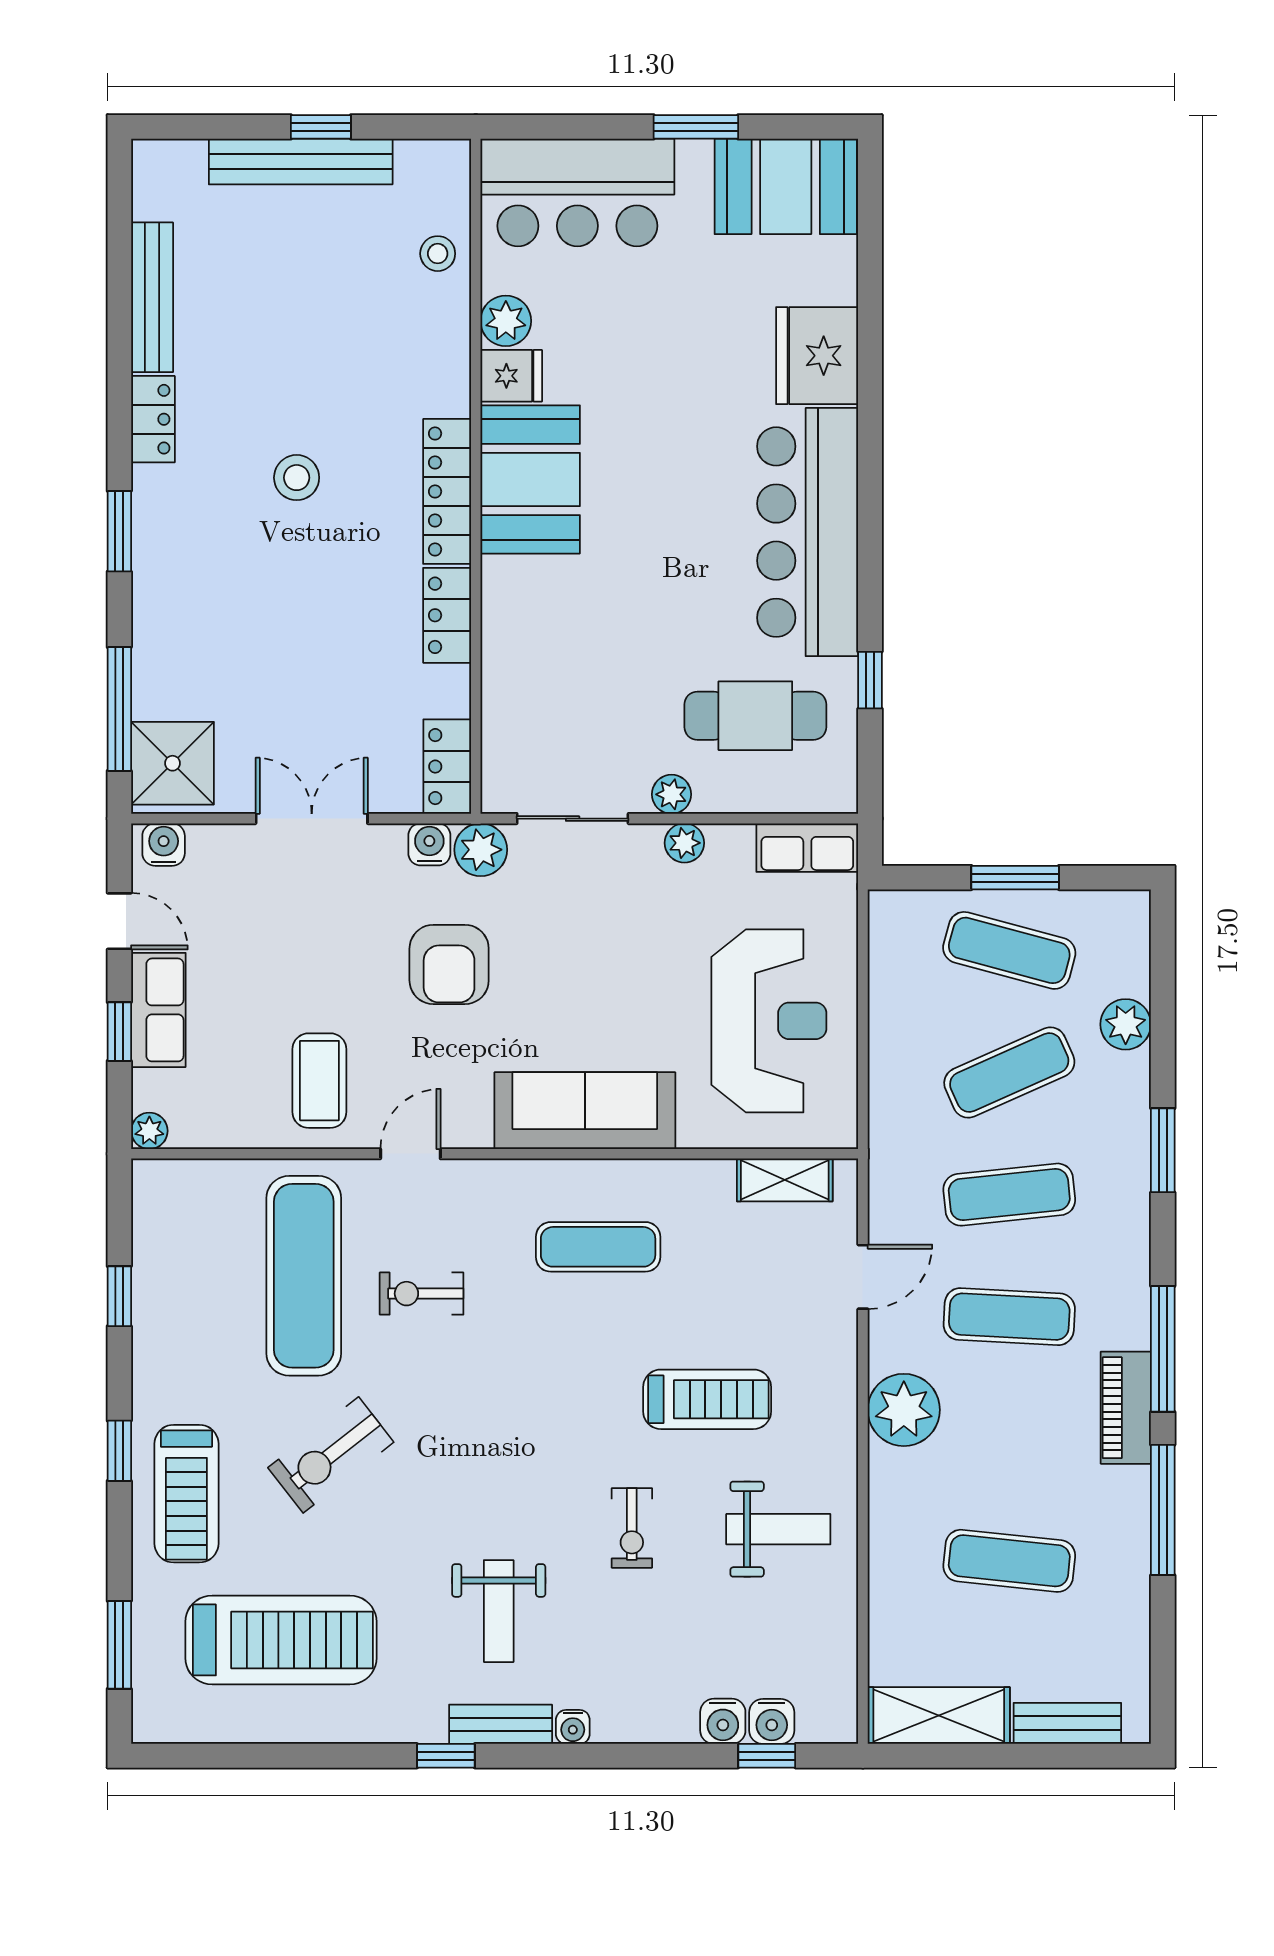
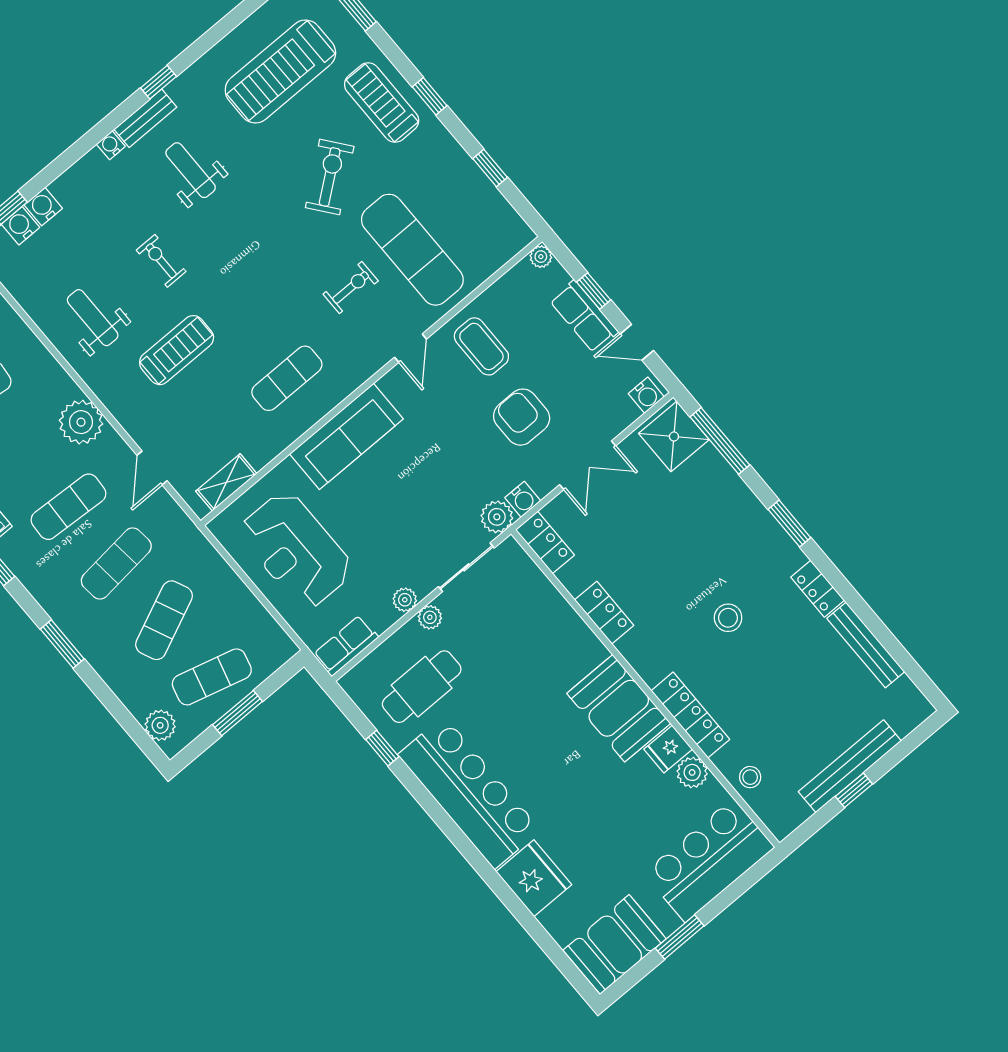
locker: (447, 491) -> (690, 715), moved
armchair: (449, 964) -> (522, 417), moved
plant: (1126, 1024) -> (160, 725), moved
treadmill: (707, 1399) -> (177, 350), turned 180
weight bench: (778, 1529) -> (93, 318), turned 90

